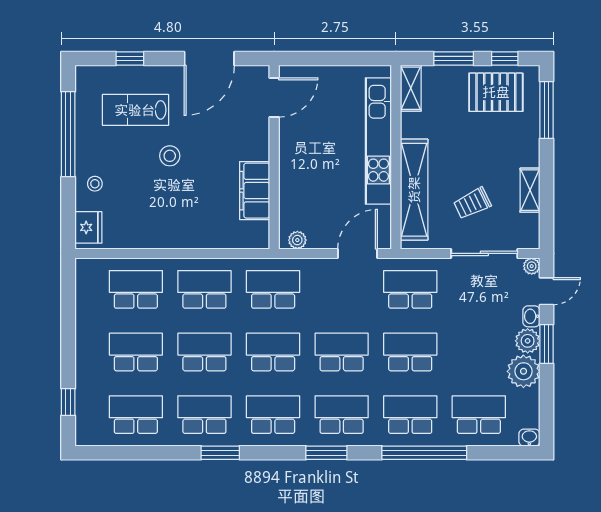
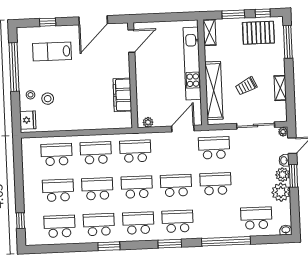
stool: (170, 156) -> (48, 99), moved
trolley: (472, 203) -> (246, 86), moved
school desk: (410, 415) -> (217, 220), removed

